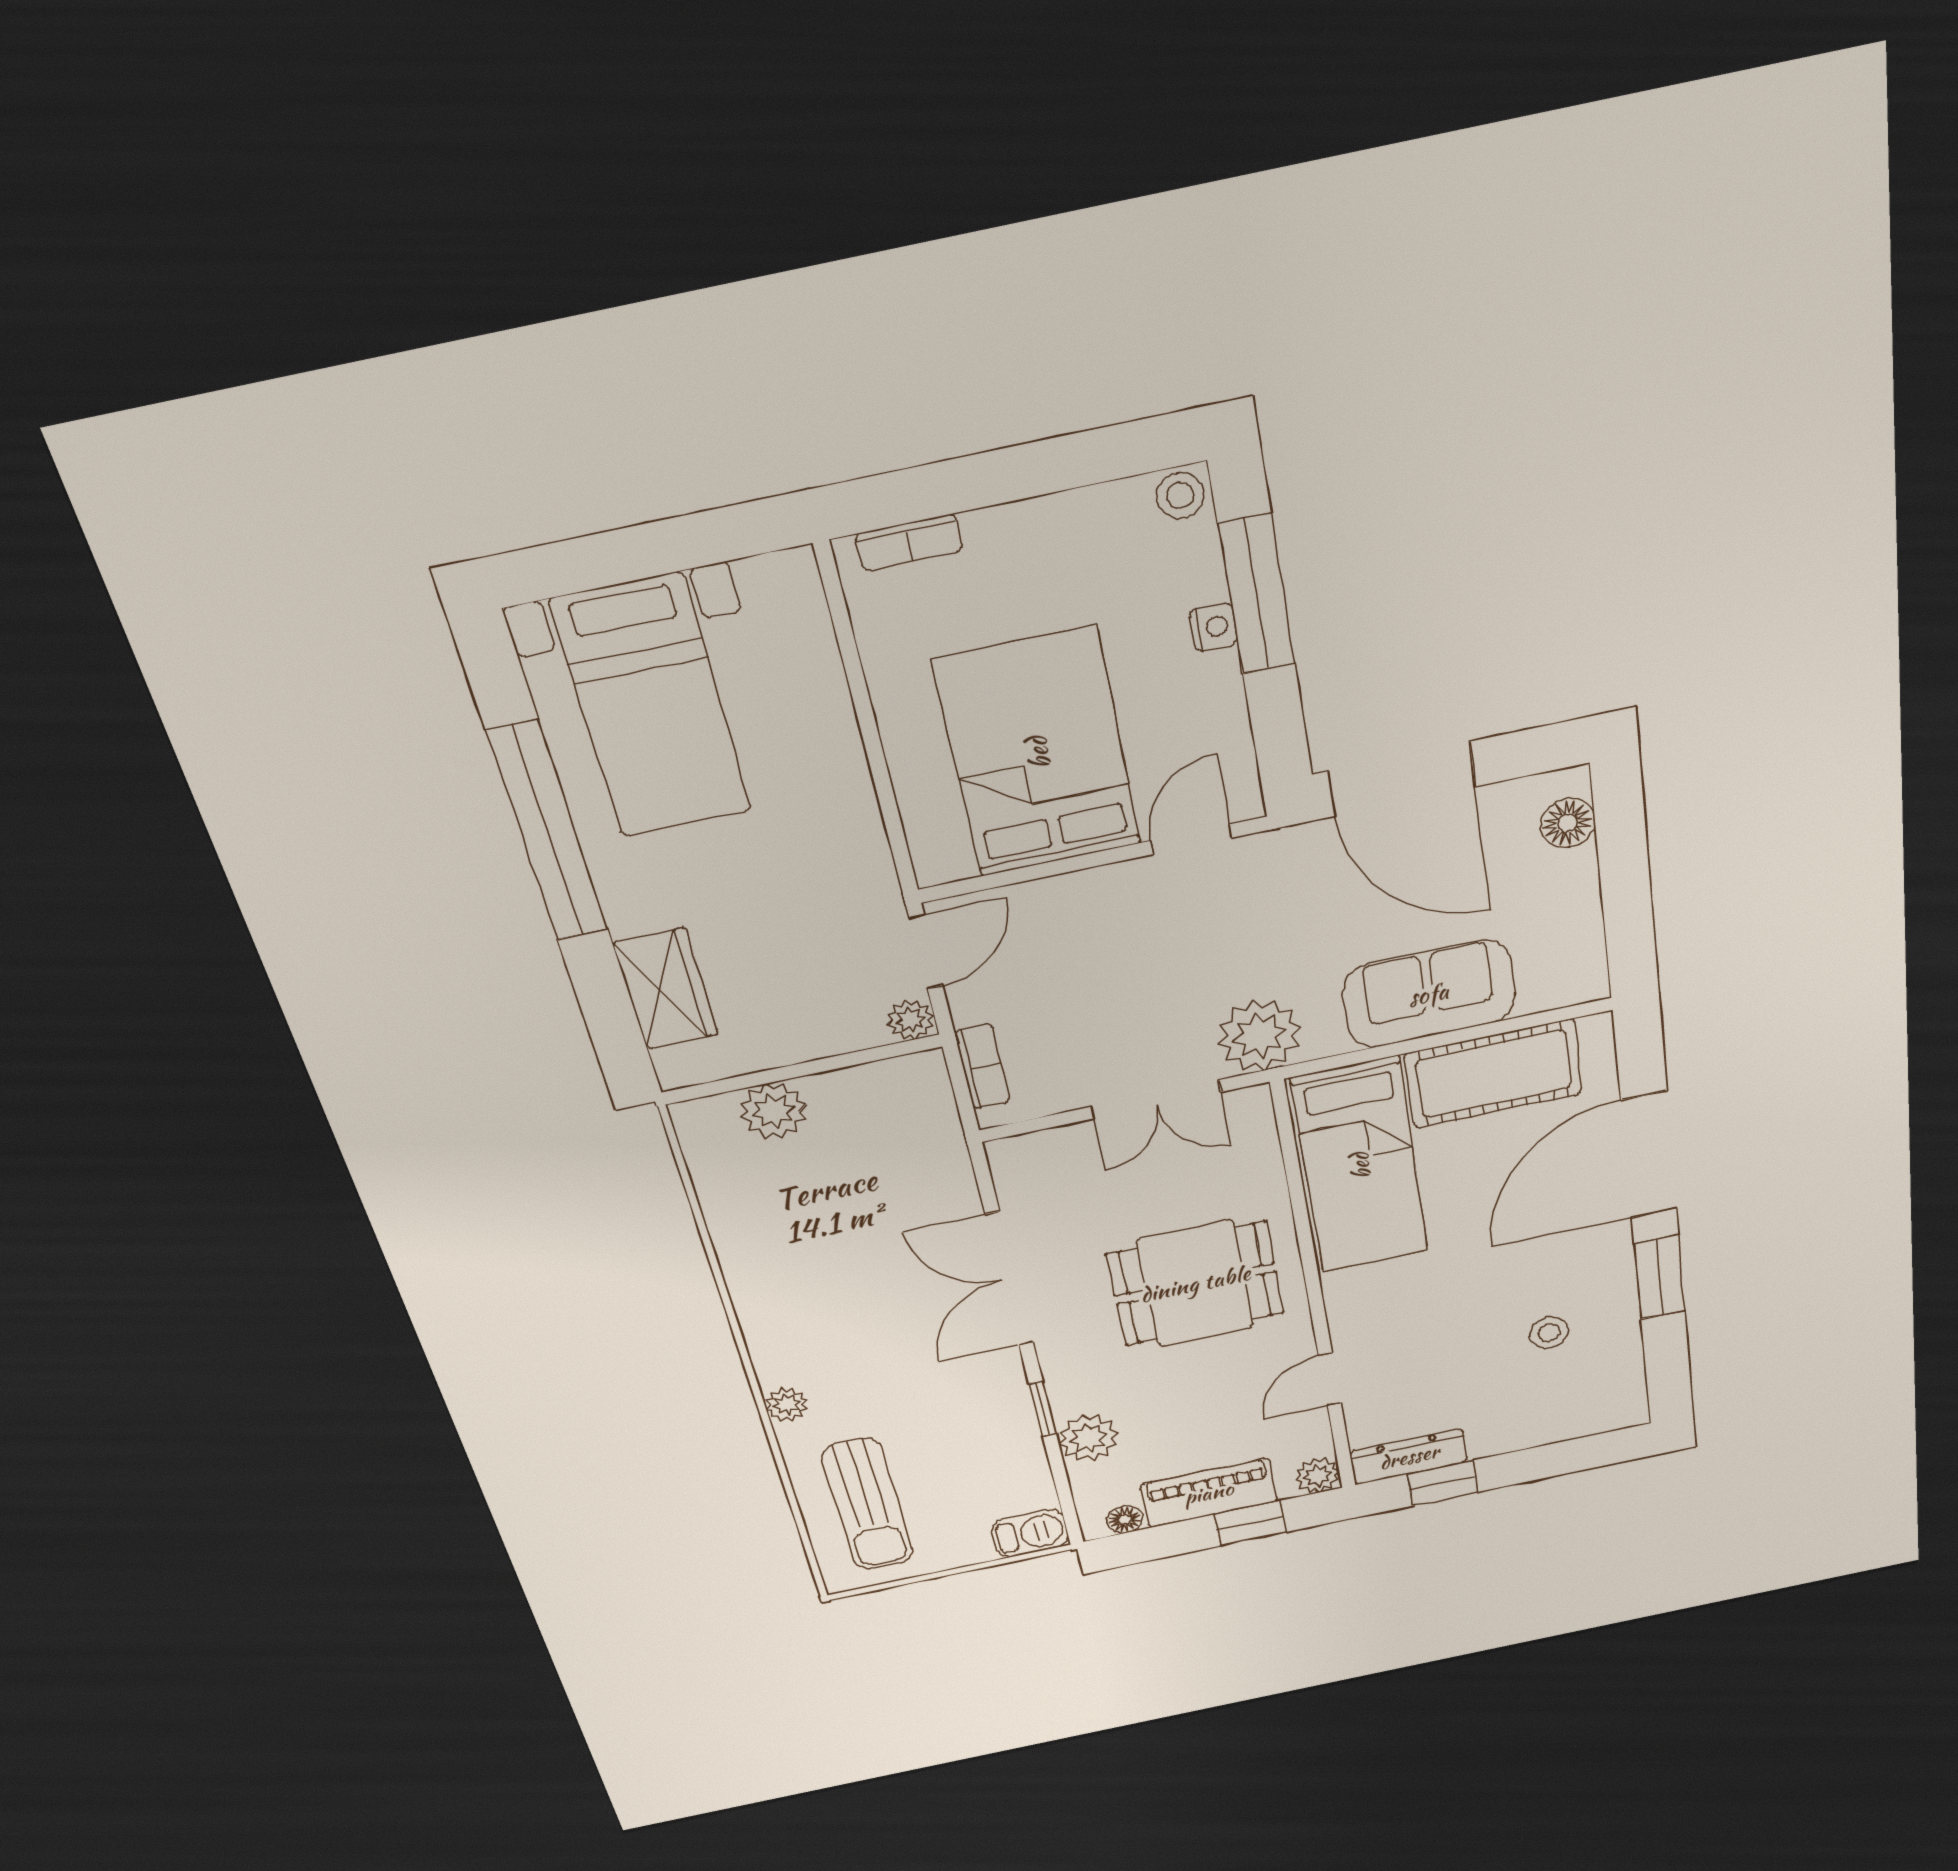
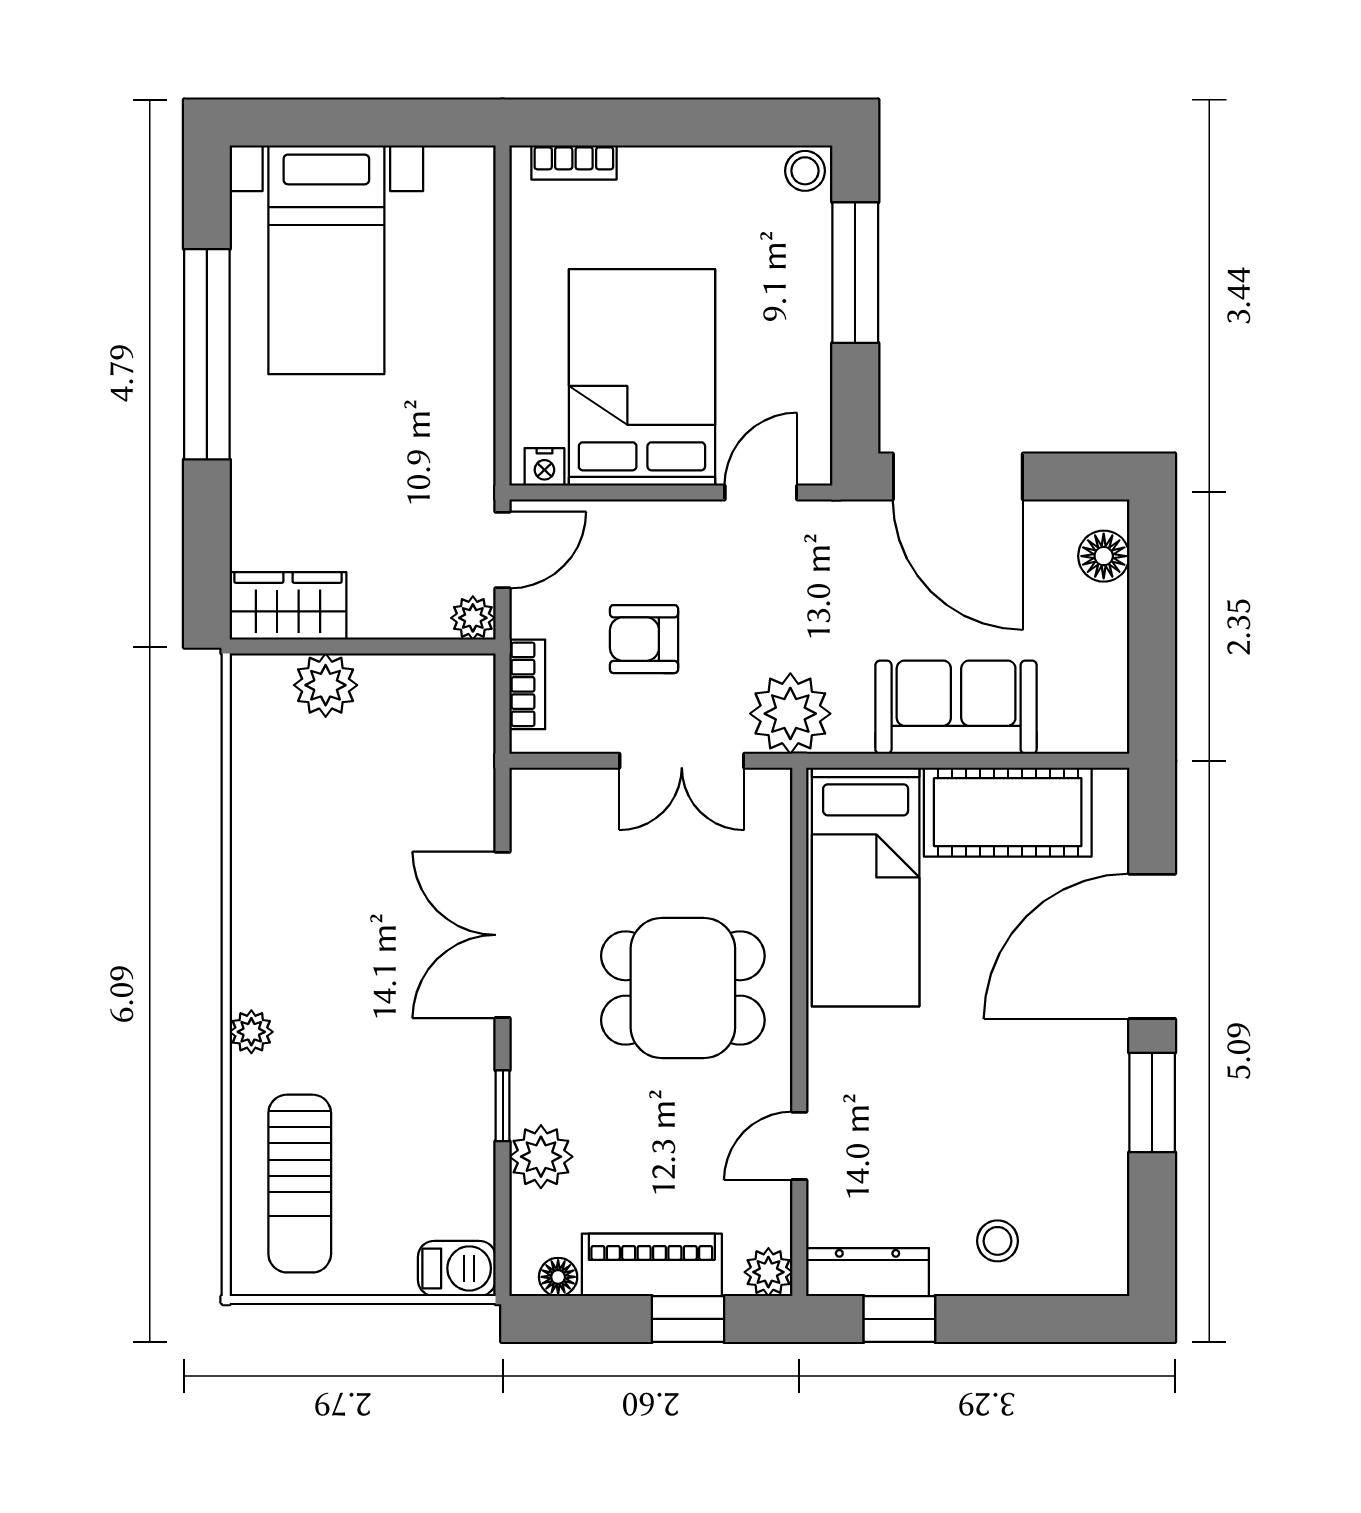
nightstand: (1213, 627) -> (544, 467), moved, turned 90
wardrobe: (666, 989) -> (288, 606), moved, turned -90
armchair: (1094, 1001) -> (644, 639), added
stool: (1549, 1333) -> (997, 1241), moved

